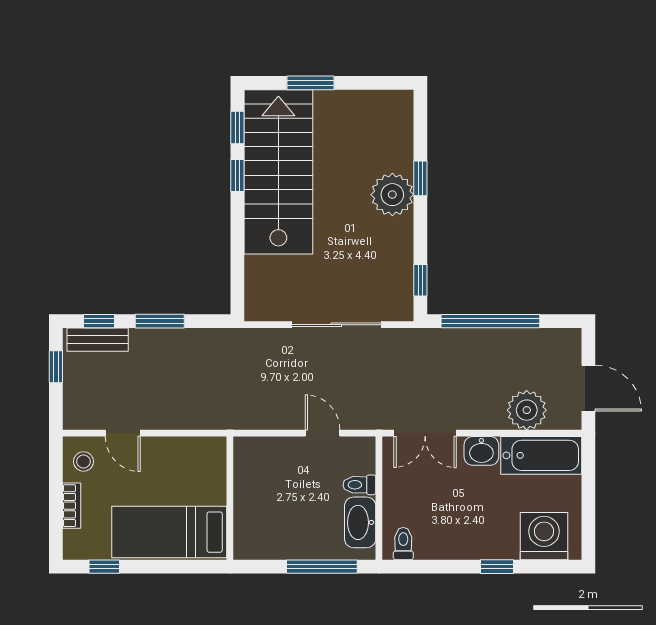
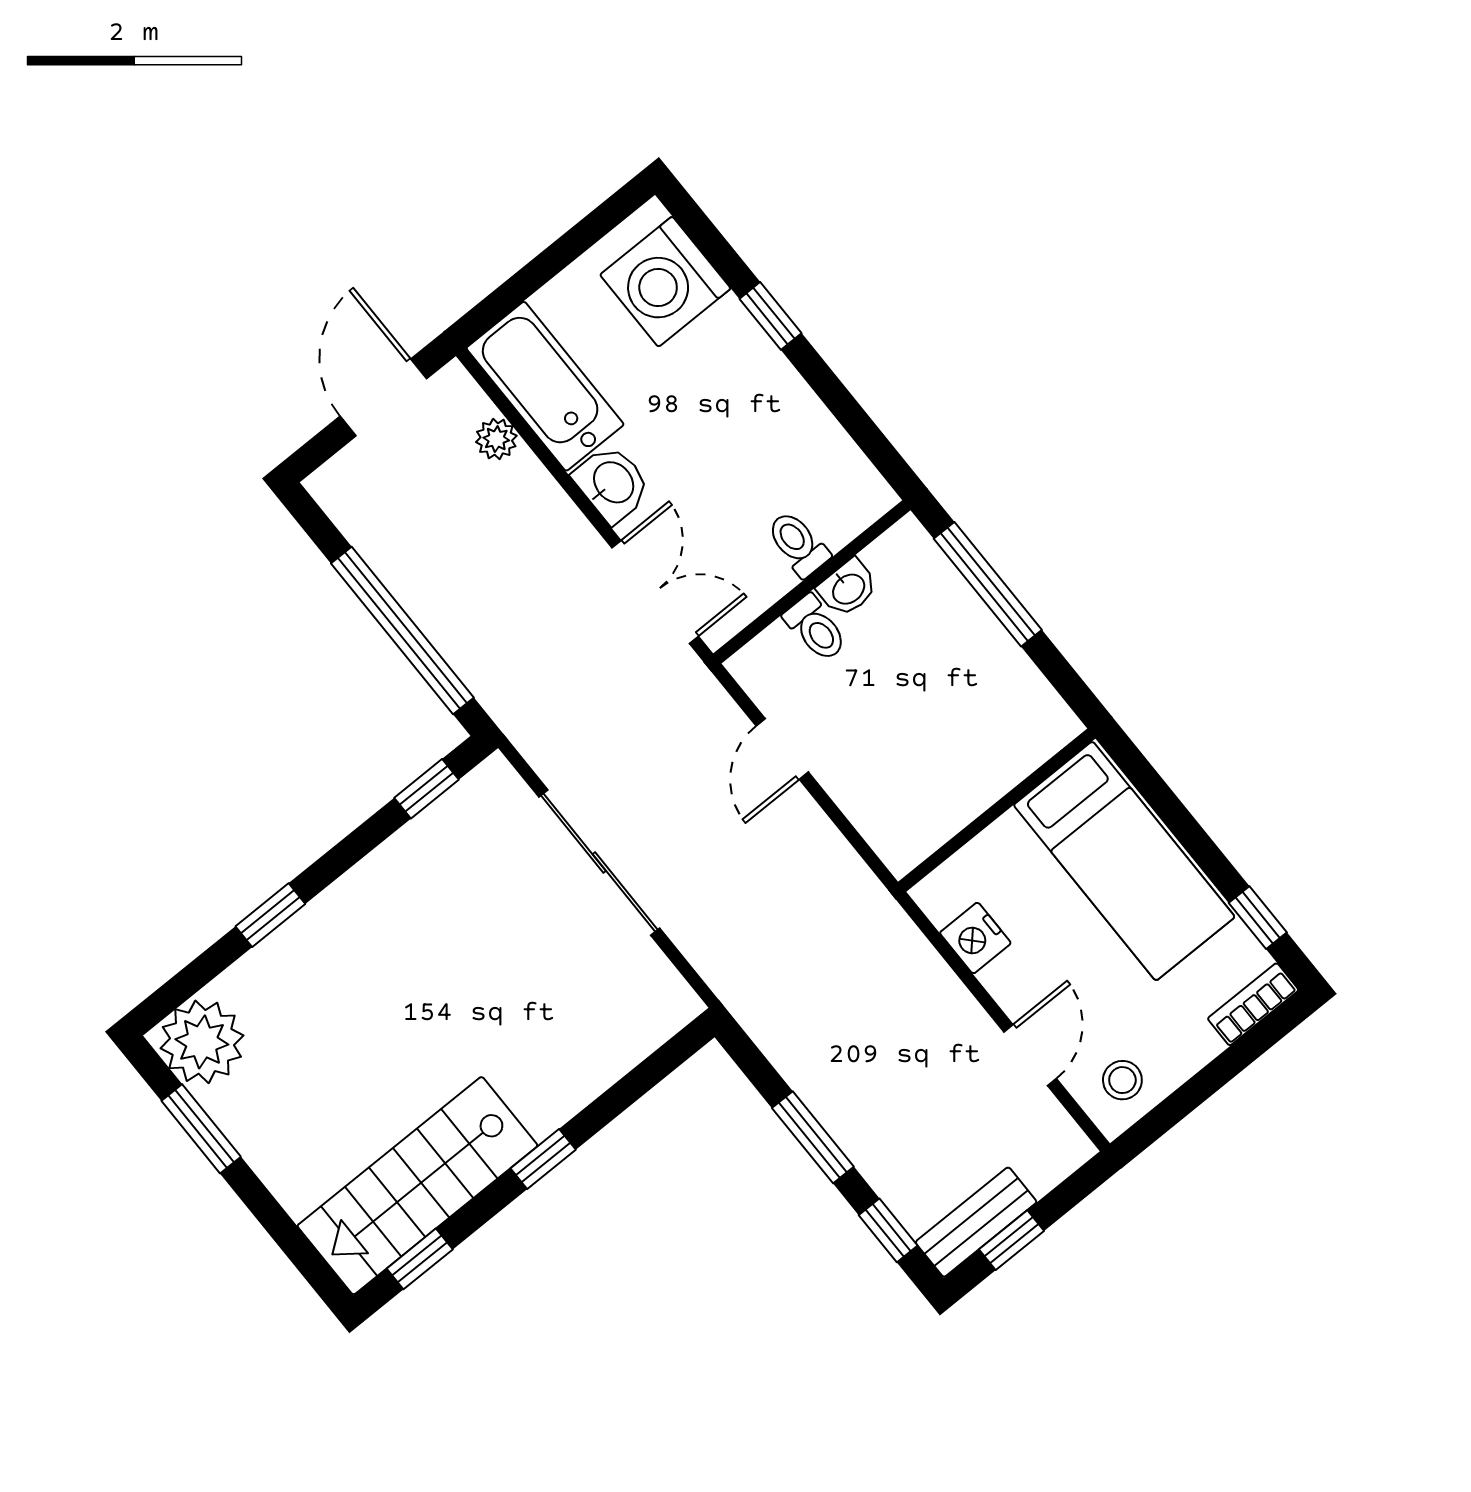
window: (310, 83) -> (201, 1129), moved
stairs: (278, 172) -> (417, 1186), width x0.73, depth x0.66
window: (237, 175) -> (543, 1159), moved
plant: (392, 195) -> (202, 1042), moved
bench: (98, 340) -> (976, 1222), moved, turned 90
plant: (527, 410) -> (496, 439), width x0.53, depth x0.53
nightstand: (186, 449) -> (975, 938), added
bookcase: (72, 506) -> (1253, 1004), moved
washbasin: (360, 522) -> (848, 588), width x0.52, depth x0.69
toilet: (403, 544) -> (798, 544), moved, turned 90

